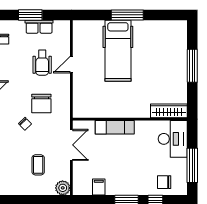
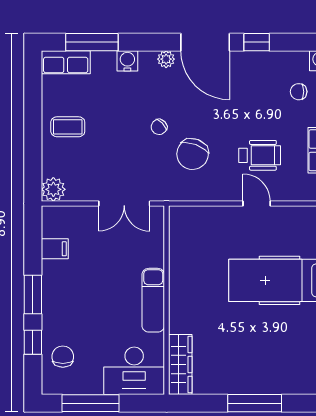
wheelchair: (42, 63) -> (260, 155), turned 180
chair: (41, 103) -> (193, 154), turned -70
exam couch: (115, 127) -> (153, 300), moved
coffee table: (38, 165) -> (68, 127), moved

